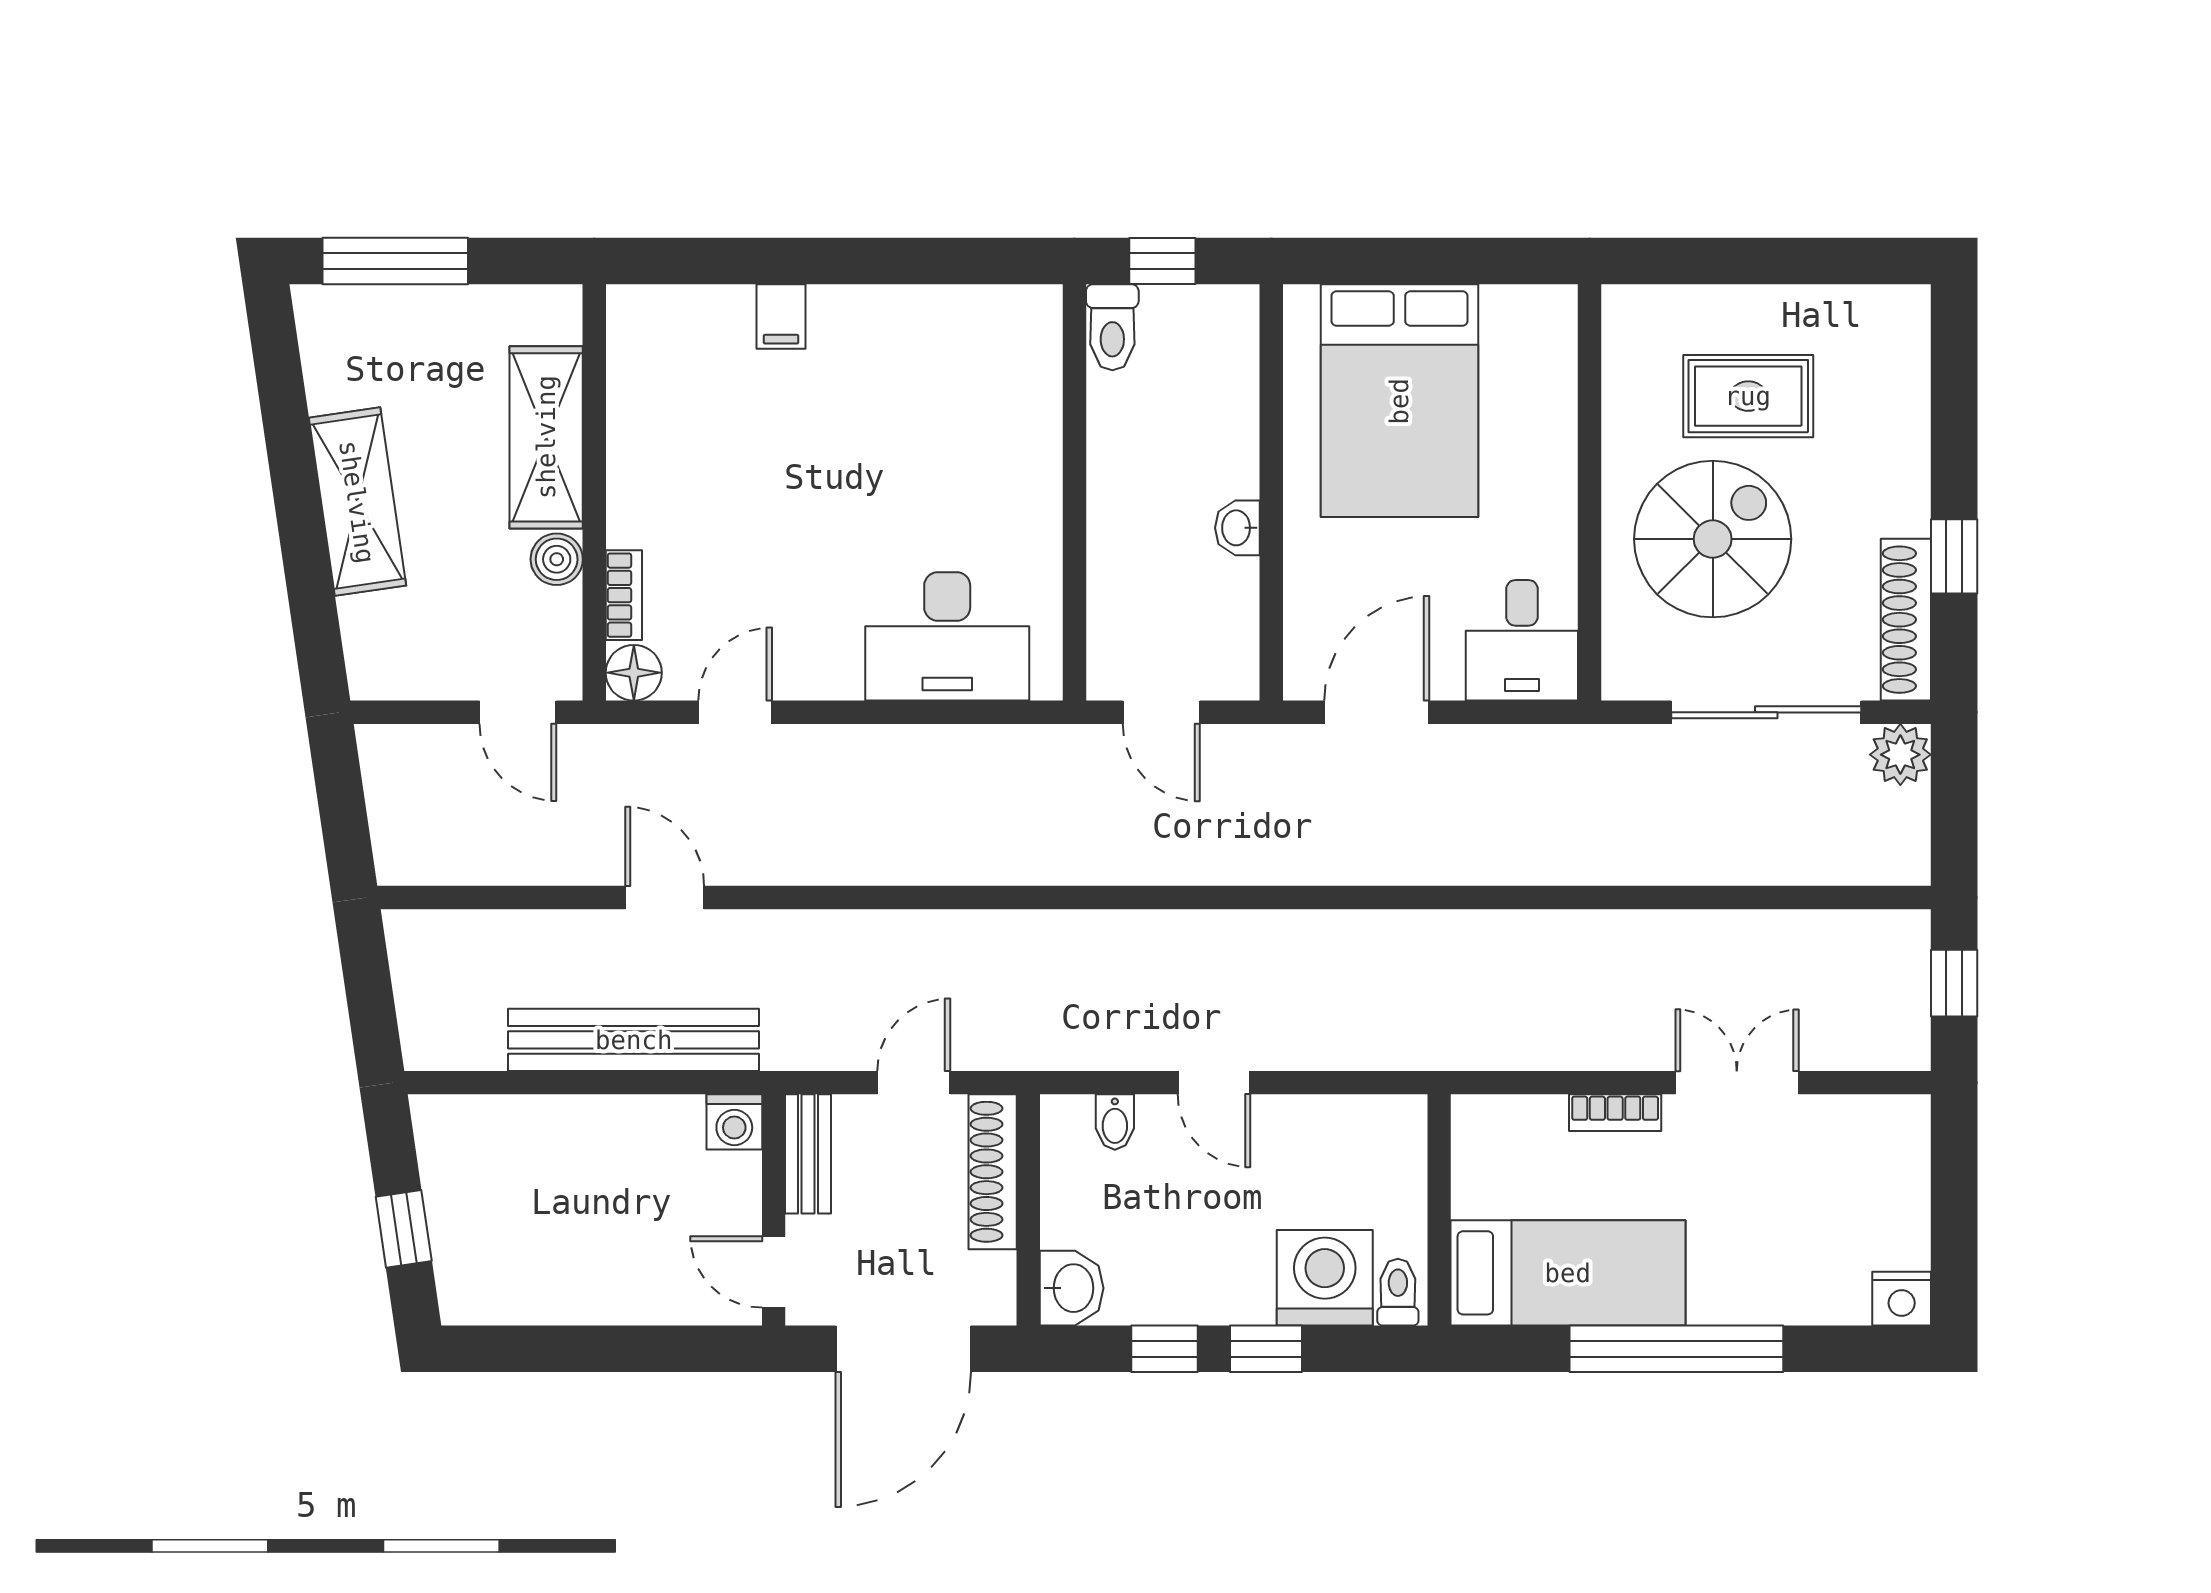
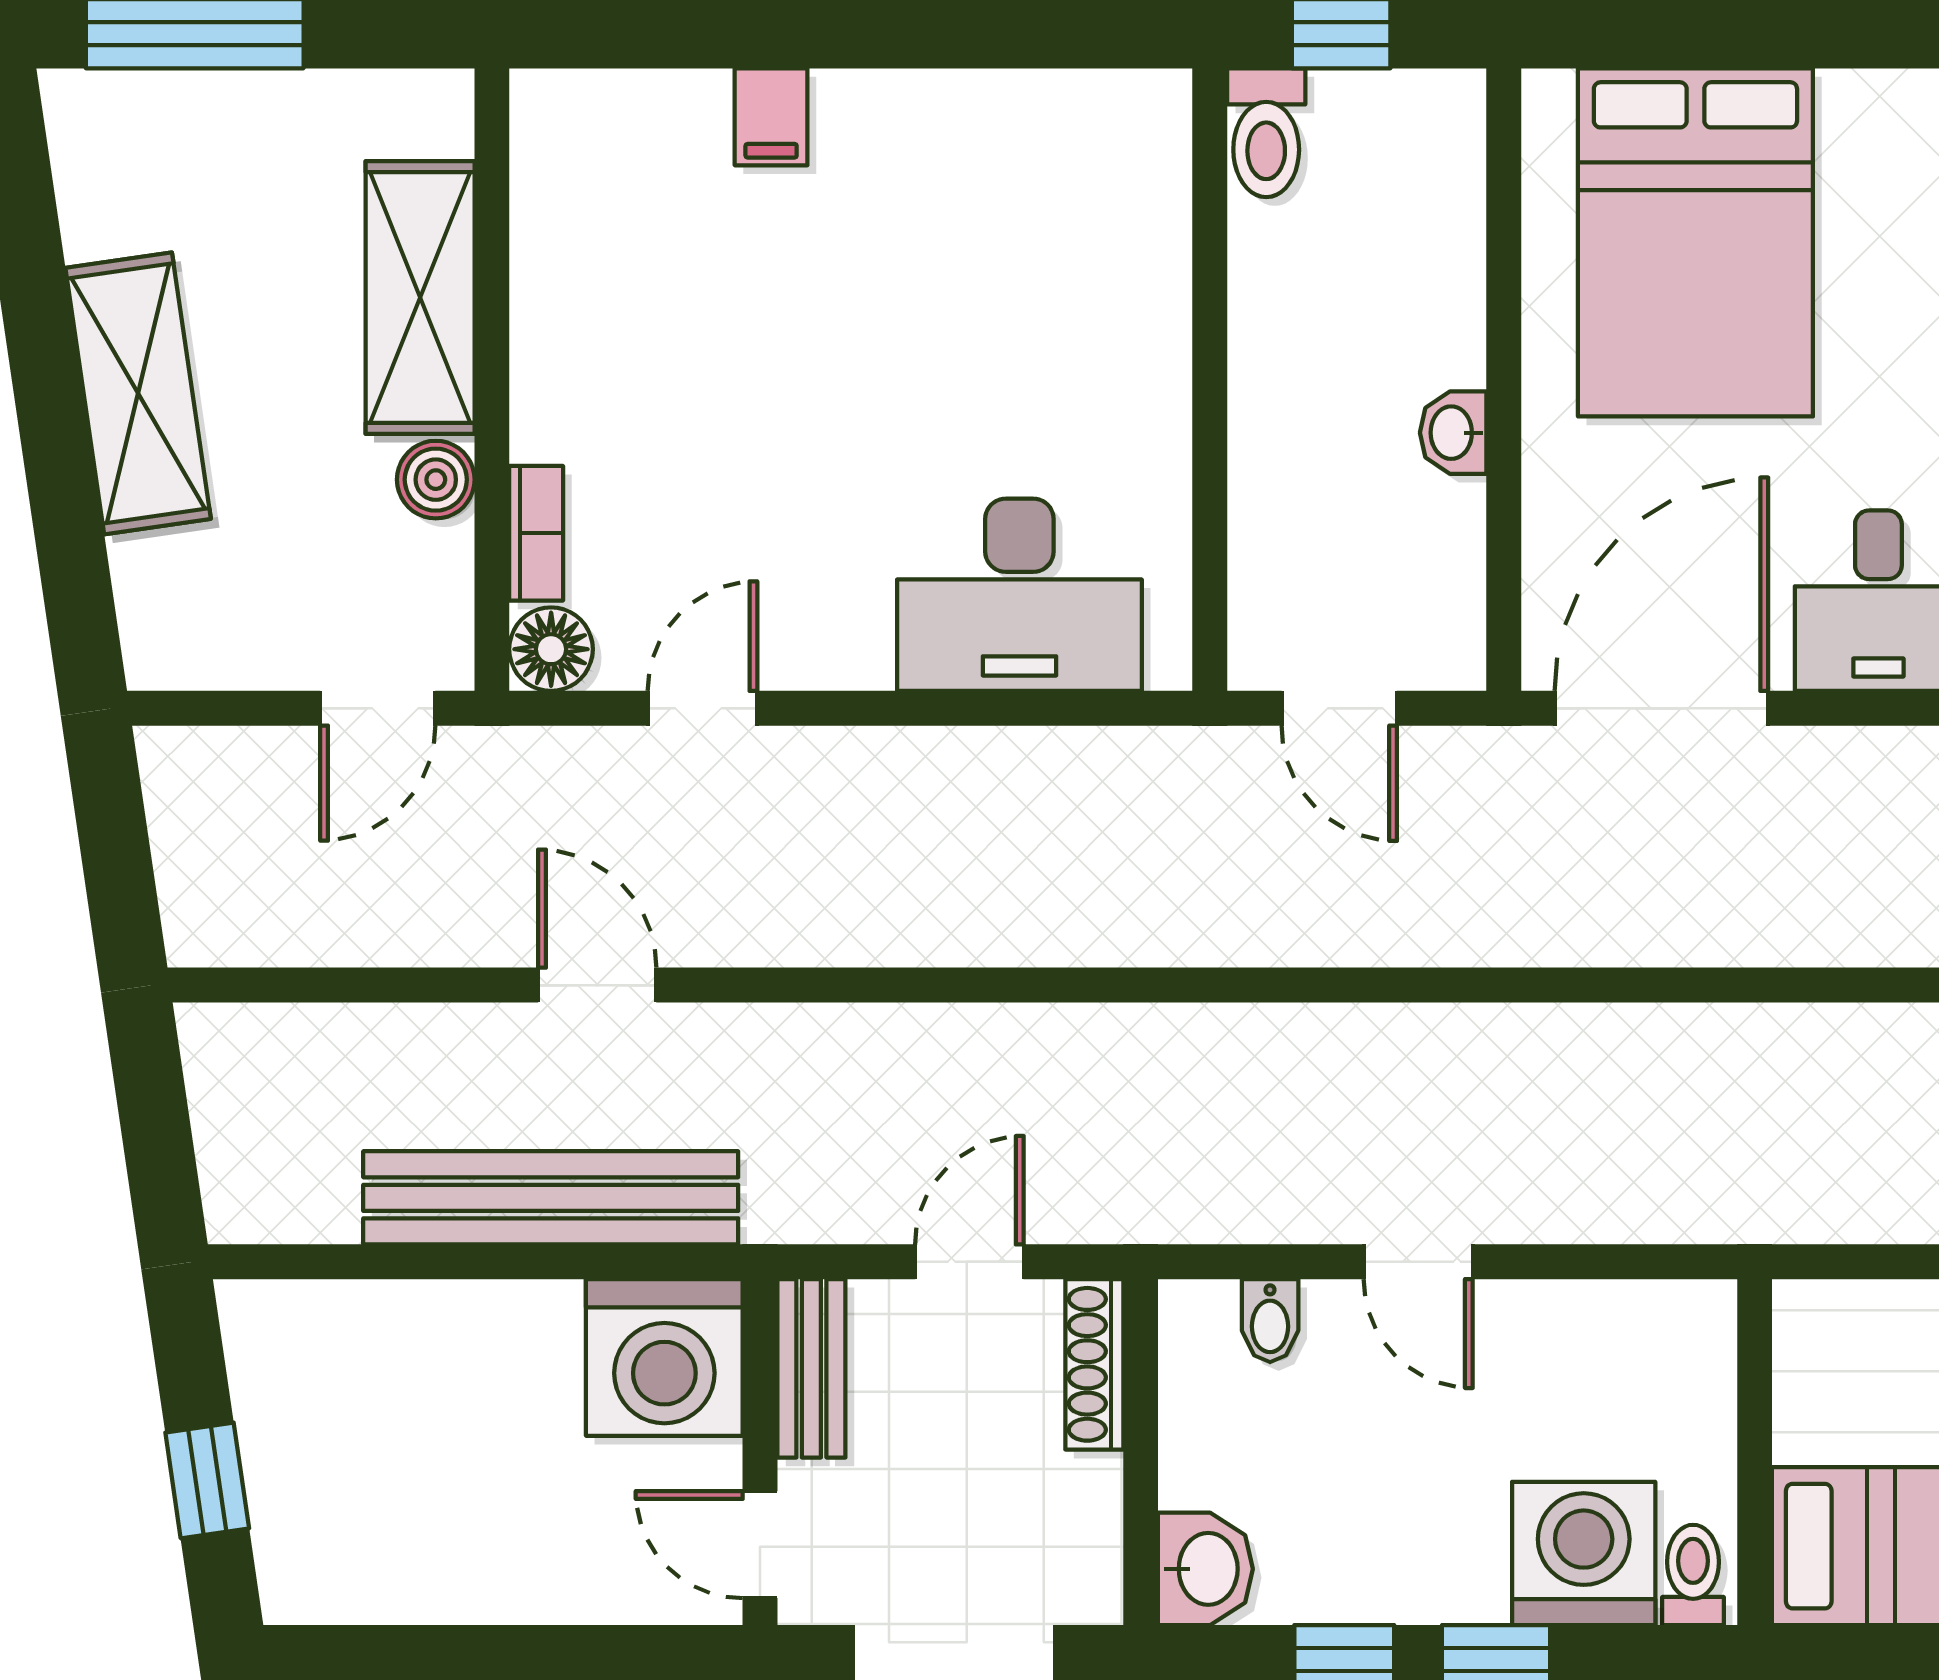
door: (518, 712) -> (378, 708), hinge flipped
door: (1377, 712) -> (1661, 708), width x1.36
washing machine: (734, 1122) -> (664, 1357), width x1.89, depth x1.89
shoe rack: (993, 1172) -> (1094, 1364), width x0.74, depth x0.81

